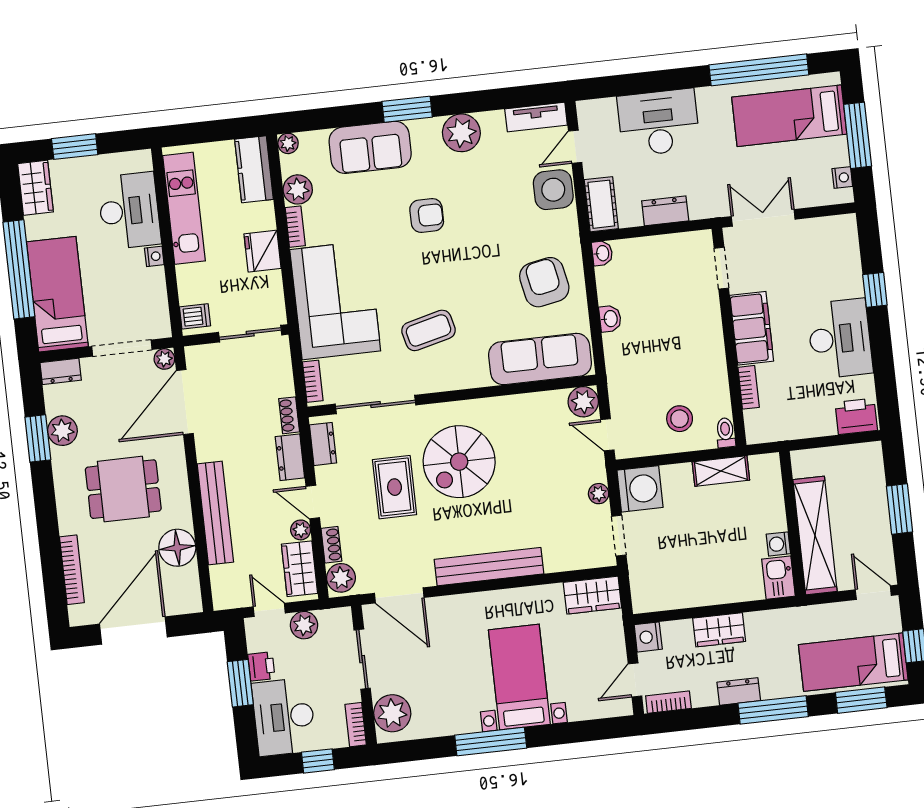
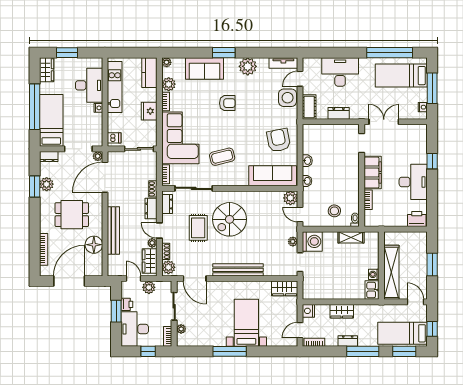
washbasin: (602, 253) -> (307, 181), moved
plant: (392, 713) -> (181, 329), width x0.53, depth x0.53

